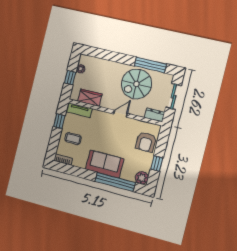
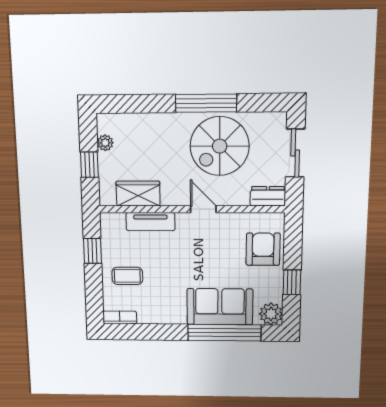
window: (150, 65) -> (206, 103), moved
tv unit: (79, 110) -> (150, 222), moved
door: (120, 114) -> (203, 209), hinge flipped
armchair: (146, 142) -> (263, 249), turned 180
sofa: (105, 164) -> (220, 307), moved

